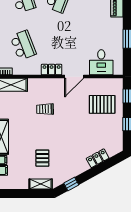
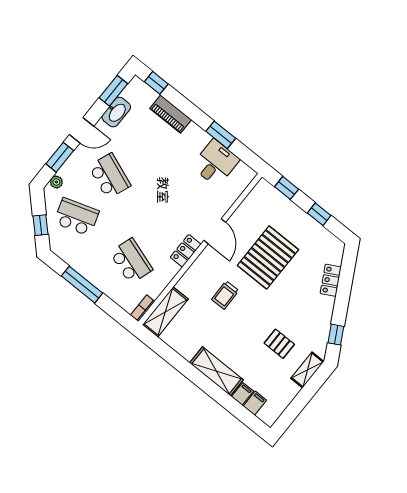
school desk: (23, 45) -> (131, 261), turned 39
desk: (101, 62) -> (215, 163), moved, turned -90
pallet: (102, 104) -> (268, 258), moved, width x1.37, depth x1.41

